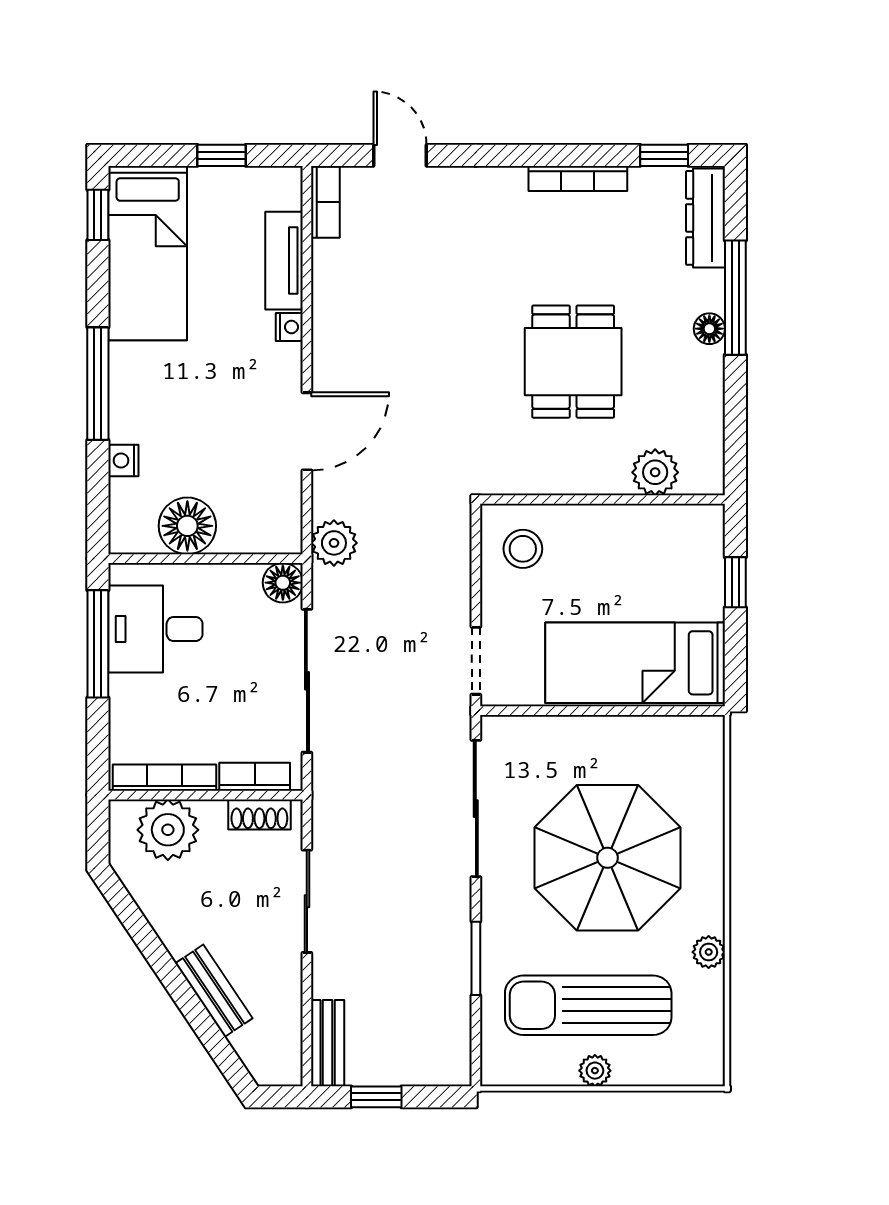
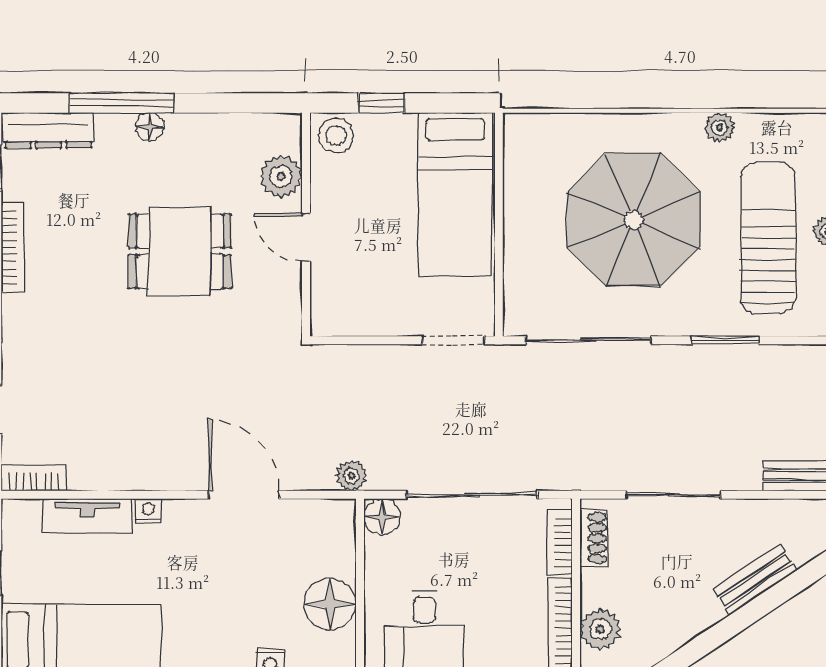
door: (589, 500) -> (306, 237), added
plant: (334, 543) -> (351, 476), width x0.73, depth x0.73
stool: (523, 549) -> (336, 136), moved
plant: (168, 830) -> (600, 629), width x0.73, depth x0.73
sun lounger: (588, 1005) -> (768, 238), turned 180

